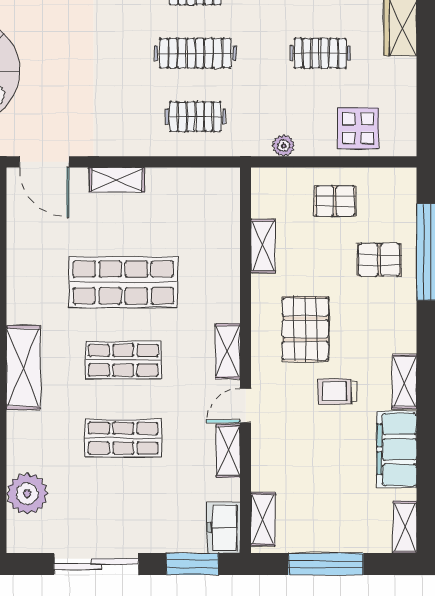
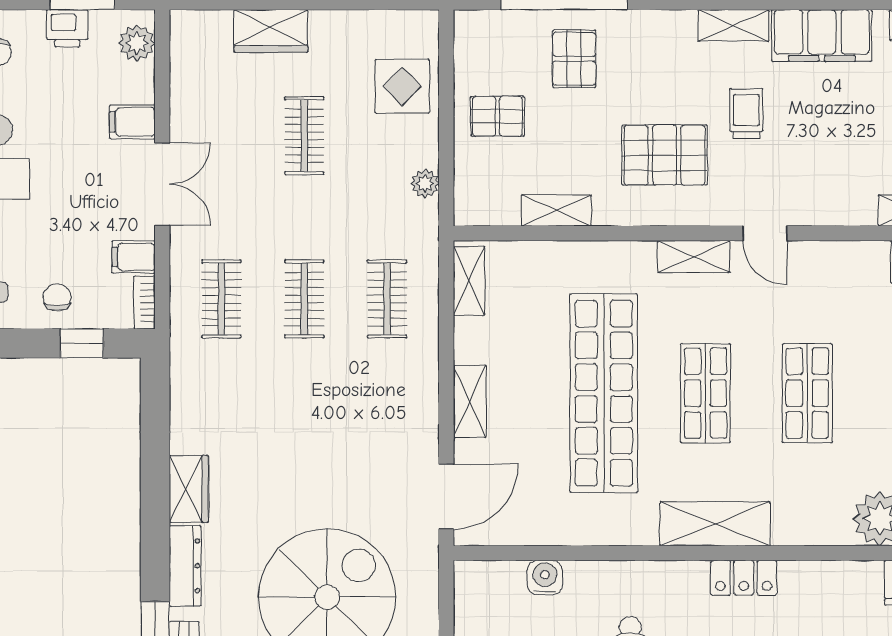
clothes rail: (195, 53) -> (304, 299), width x0.73
pallet: (335, 201) -> (497, 116), turned 90
shop shelf: (123, 282) -> (604, 393), width x1.40
trolley: (337, 392) -> (746, 114), turned 180
shelving: (228, 451) -> (469, 281), moved, turned 90

